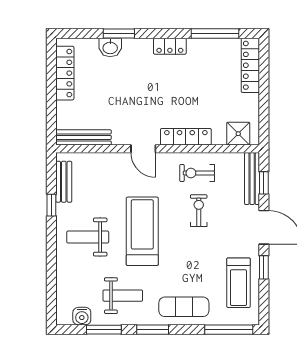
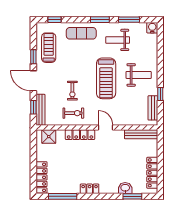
window: (119, 33) -> (132, 196), moved
water cooler: (82, 316) -> (152, 28), moved
window: (229, 330) -> (54, 20), width x0.46

